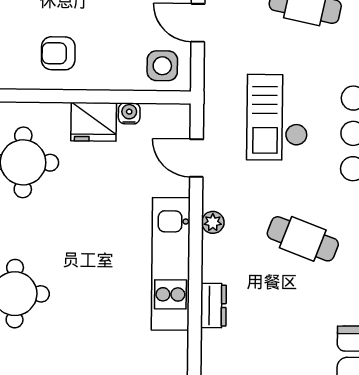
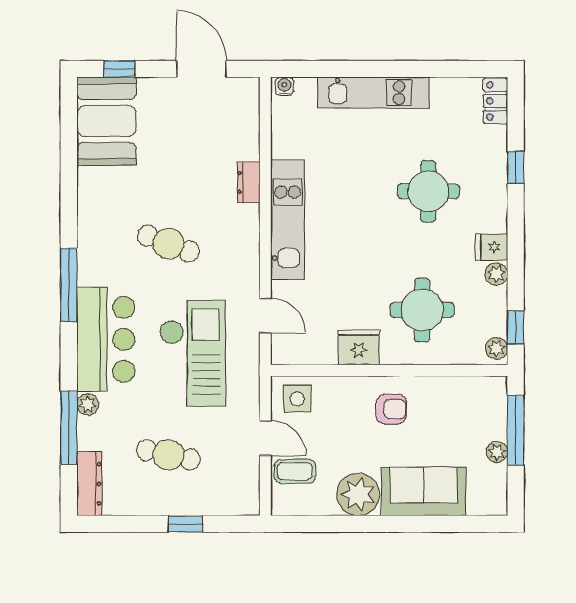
water cooler: (129, 113) -> (327, 355), removed
checkout: (277, 117) -> (193, 353), width x1.36, depth x1.21
plant: (213, 222) -> (250, 258), removed

